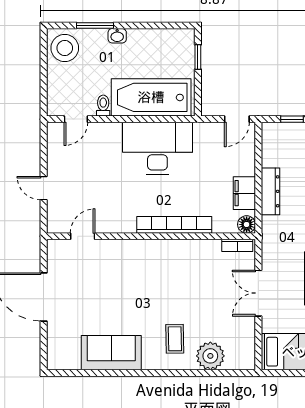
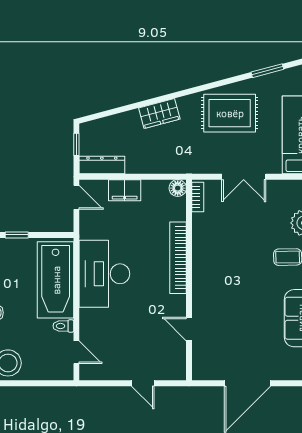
door: (44, 188) -> (143, 383), hinge flipped
dresser: (270, 191) -> (102, 165), moved
filing cabinet: (244, 193) -> (125, 190), moved
door: (83, 236) -> (189, 329), moved

